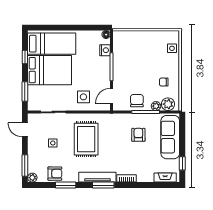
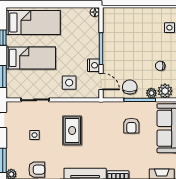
nightstand: (105, 50) -> (94, 65), moved
bed: (50, 70) -> (31, 58), width x0.67
door: (112, 96) -> (101, 82), swing flipped
armchair: (138, 135) -> (131, 126), turned 180
rug: (86, 139) -> (72, 130), width x0.73, depth x0.70

